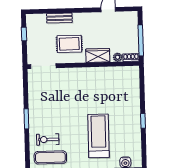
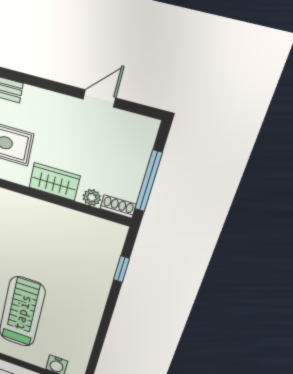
window: (143, 121) -> (121, 269), moved

